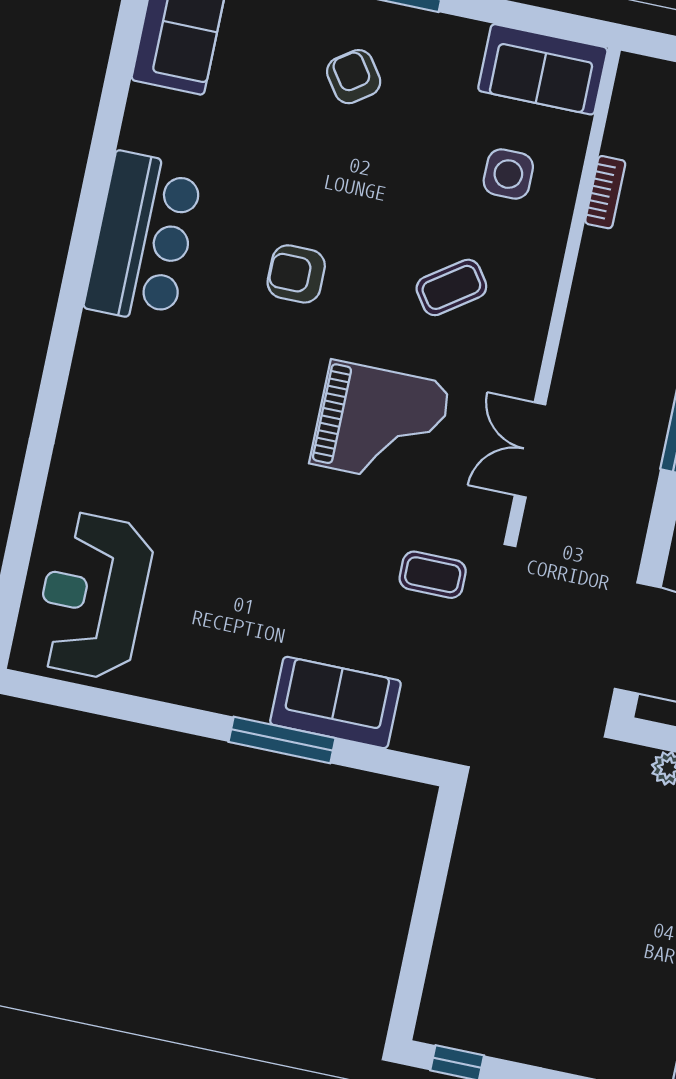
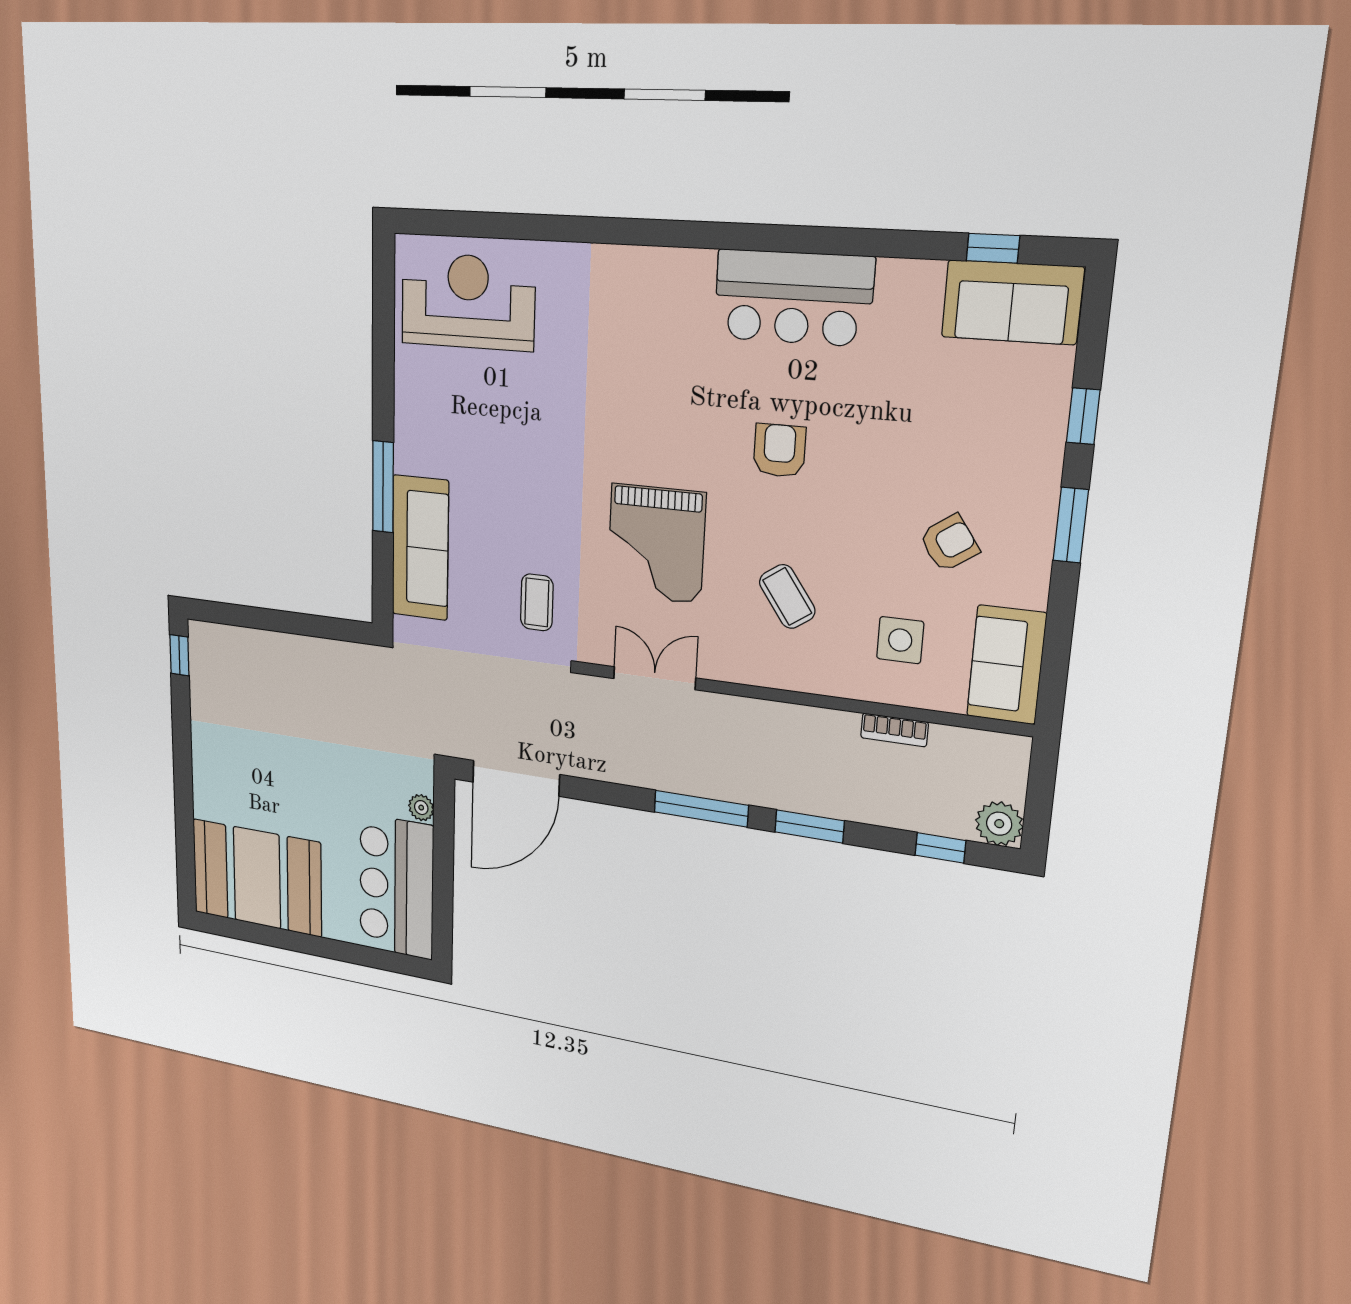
window: (127, 37) -> (993, 248), added
armchair: (354, 77) -> (949, 543), moved
sofa: (335, 703) -> (420, 548), width x1.36

